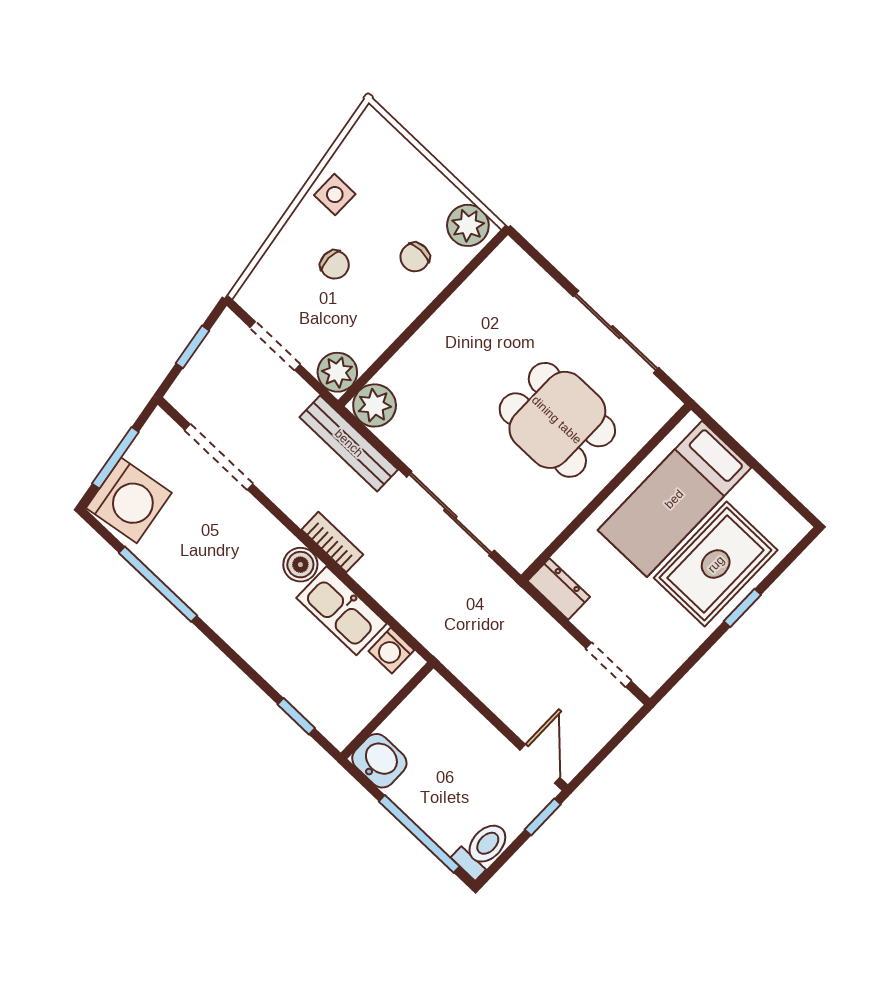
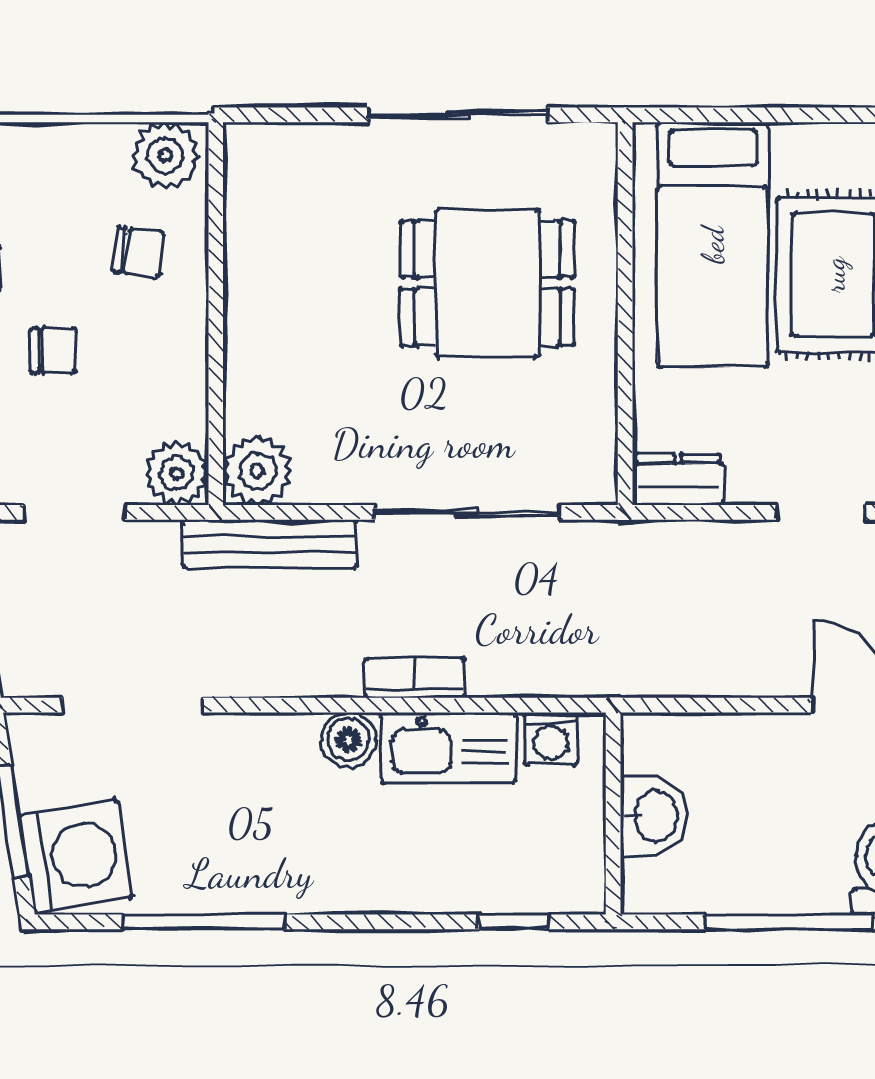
chair: (415, 257) -> (139, 252), turned -83
bookcase: (332, 542) -> (415, 678), moved
washbasin: (379, 761) -> (654, 816), moved, turned 90

